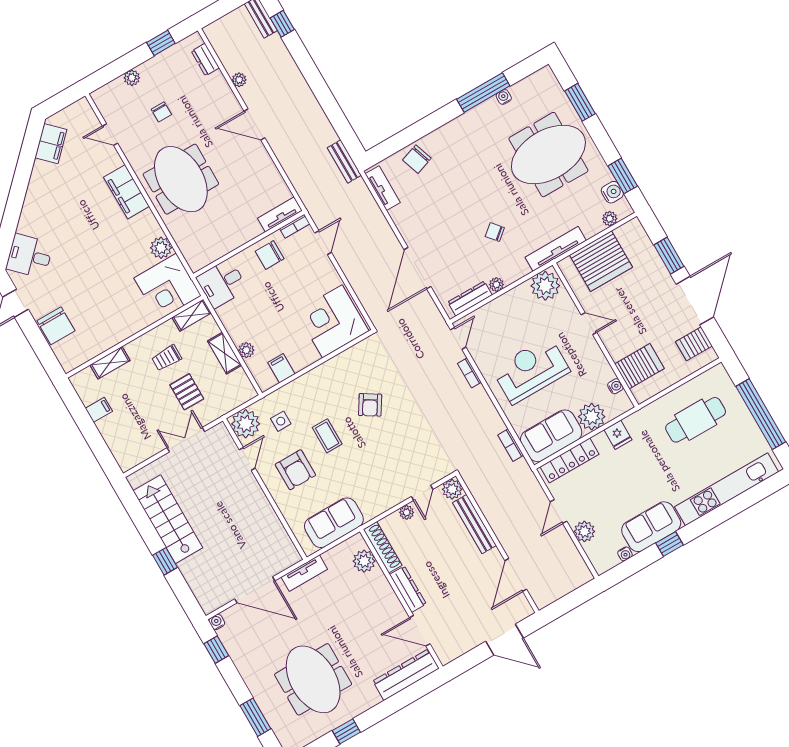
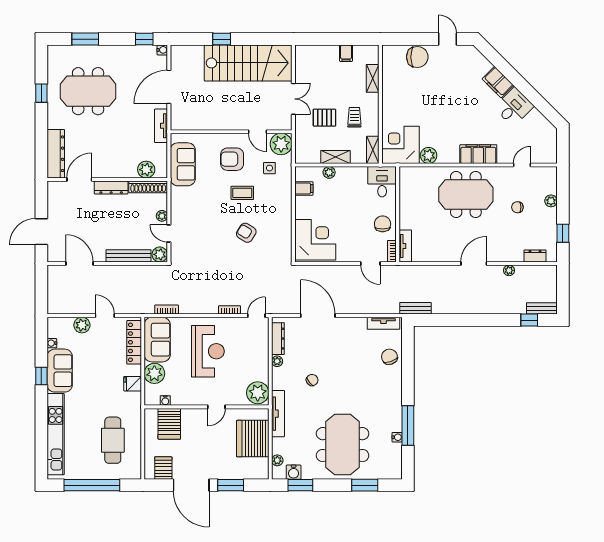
filing cabinet: (51, 144) -> (498, 82), moved
desk: (30, 256) -> (514, 107), moved
chair: (56, 326) -> (417, 57), turned 180
door: (458, 338) -> (256, 316), swing flipped
stairs: (168, 519) -> (248, 63), width x1.36, depth x1.51

